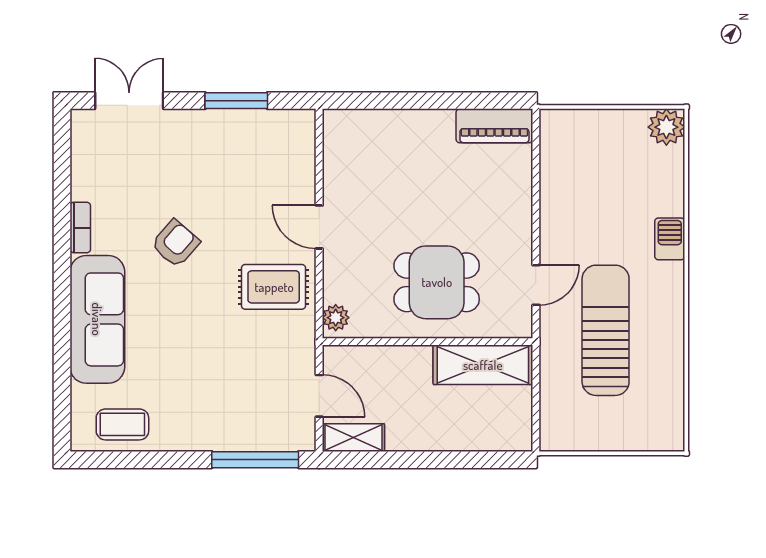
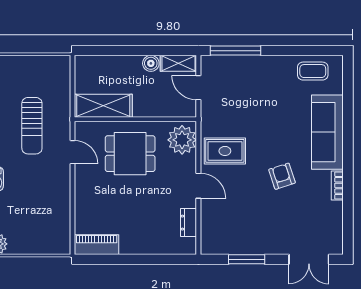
dresser: (336, 164) -> (189, 223), added
armchair: (175, 244) -> (282, 176), turned 121
door: (536, 285) -> (72, 152), swing flipped
plant: (336, 318) -> (182, 140), width x1.87, depth x1.87
sun lounger: (606, 330) -> (32, 126), width x0.73, depth x0.75
boiler: (401, 438) -> (151, 63), added

